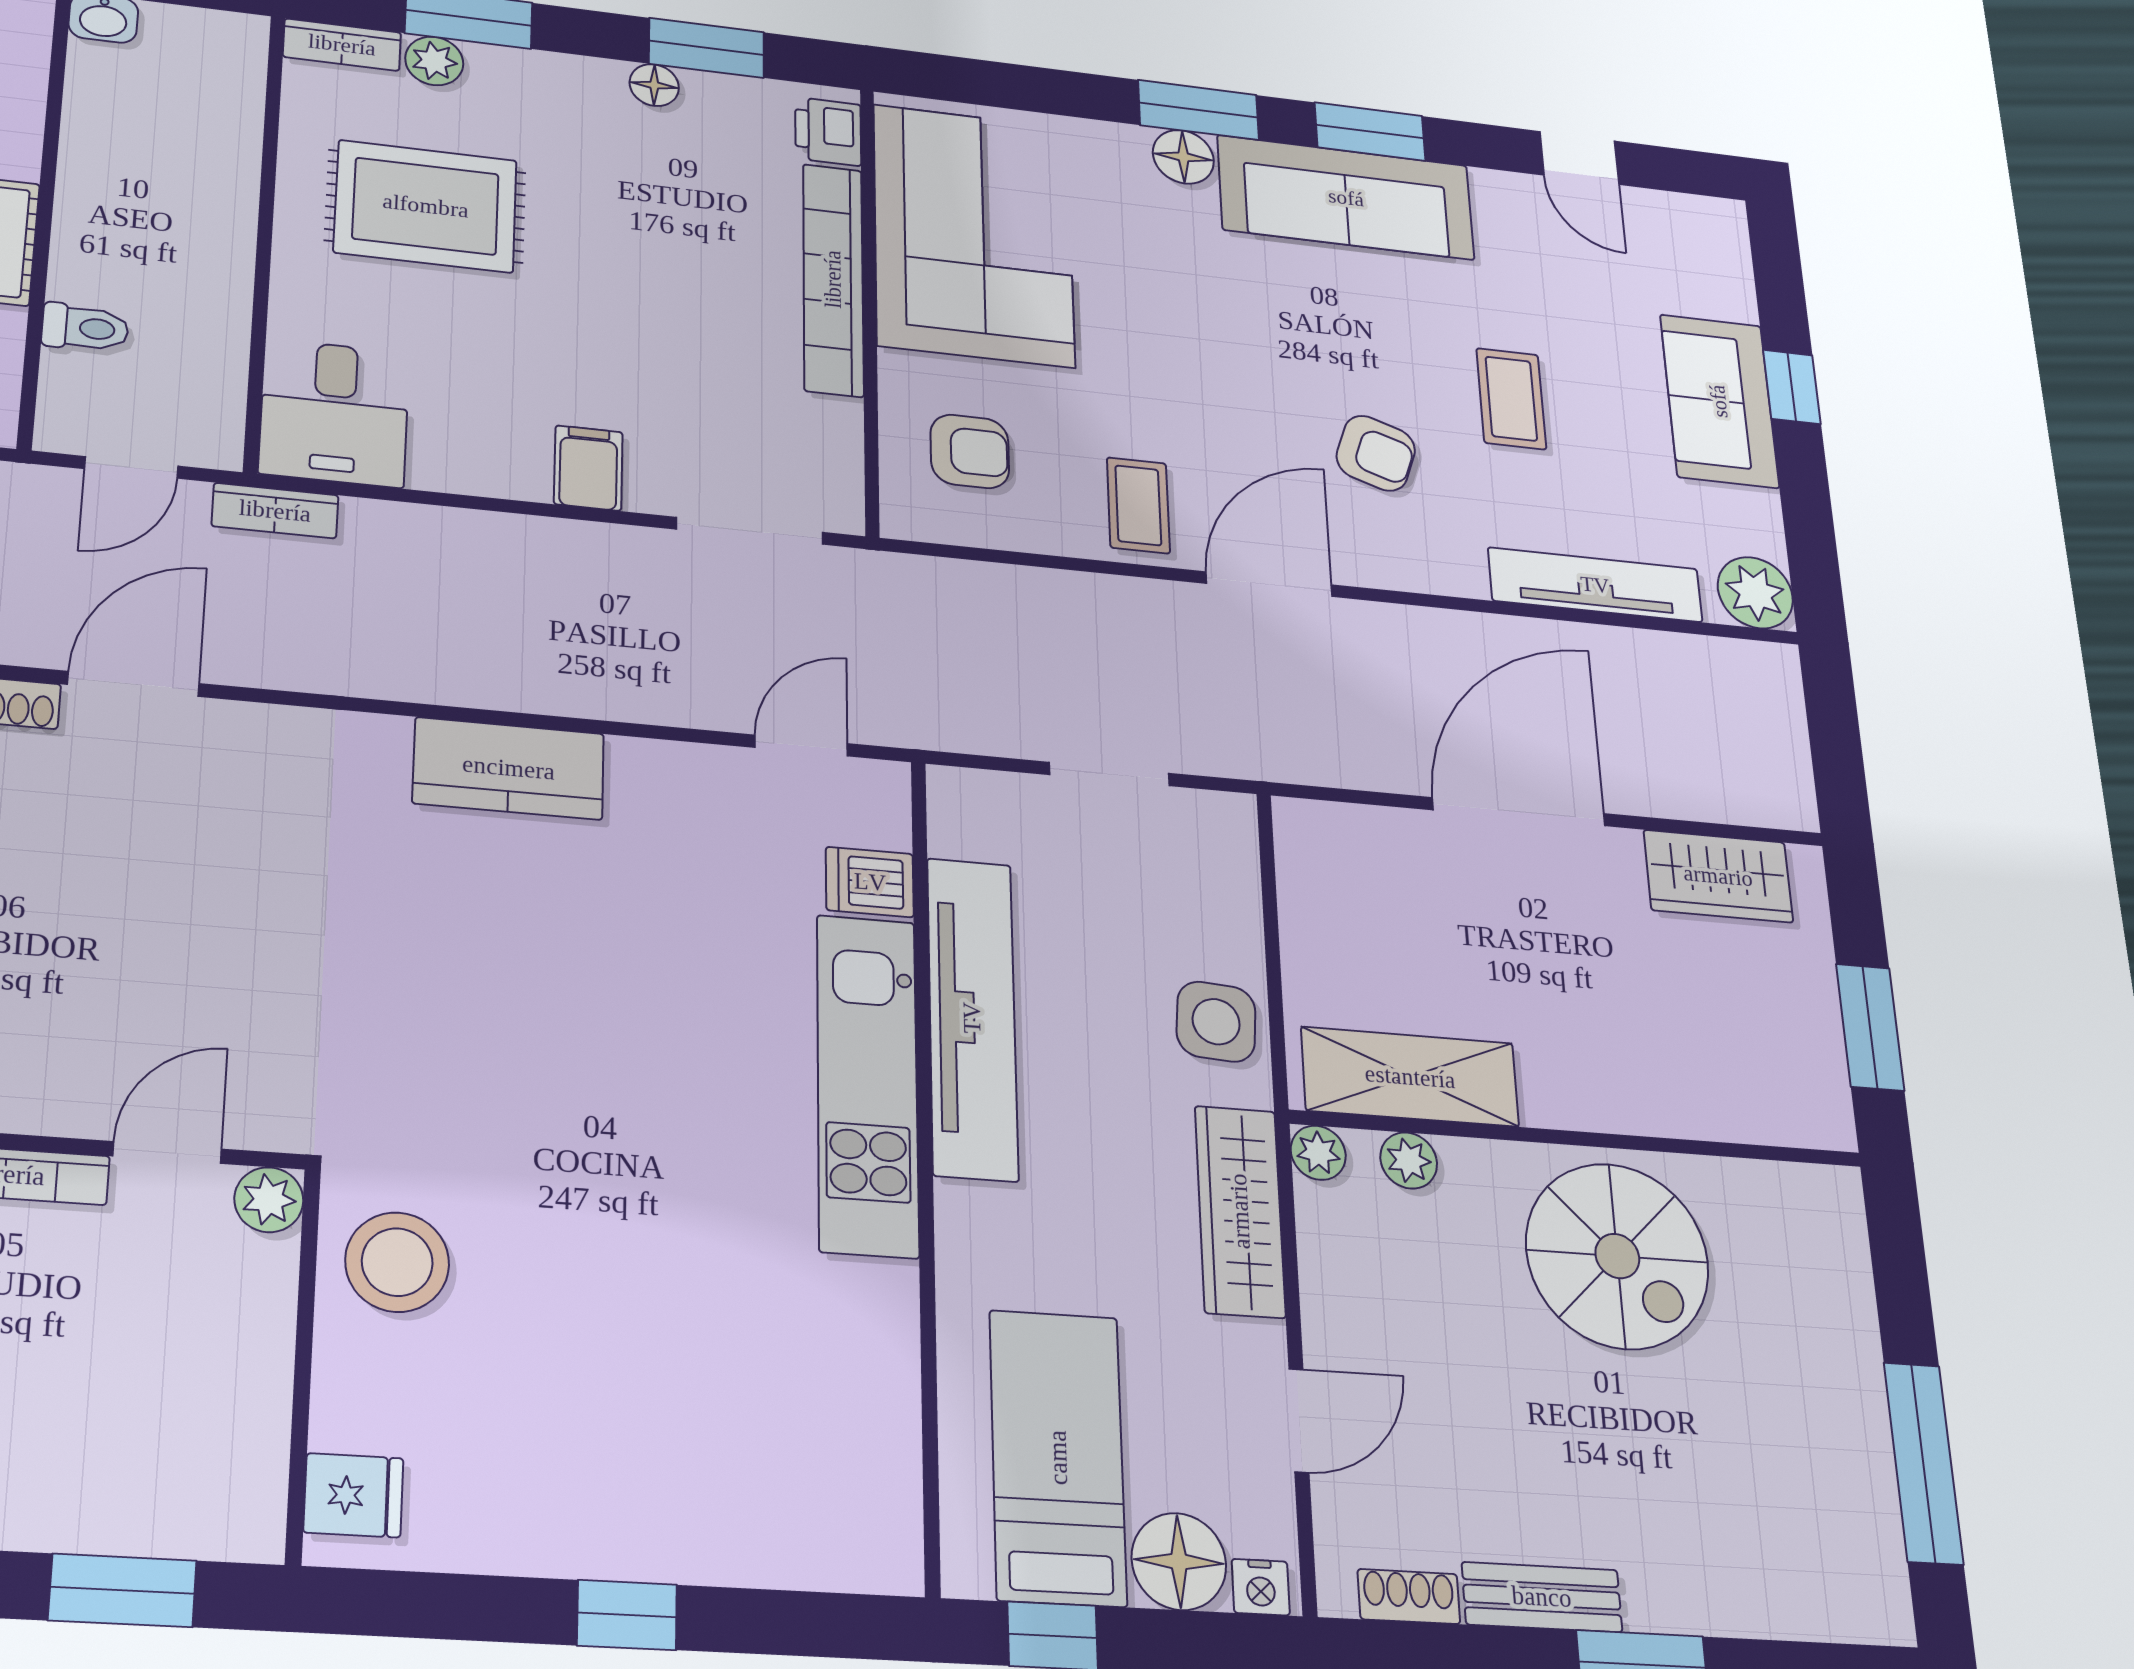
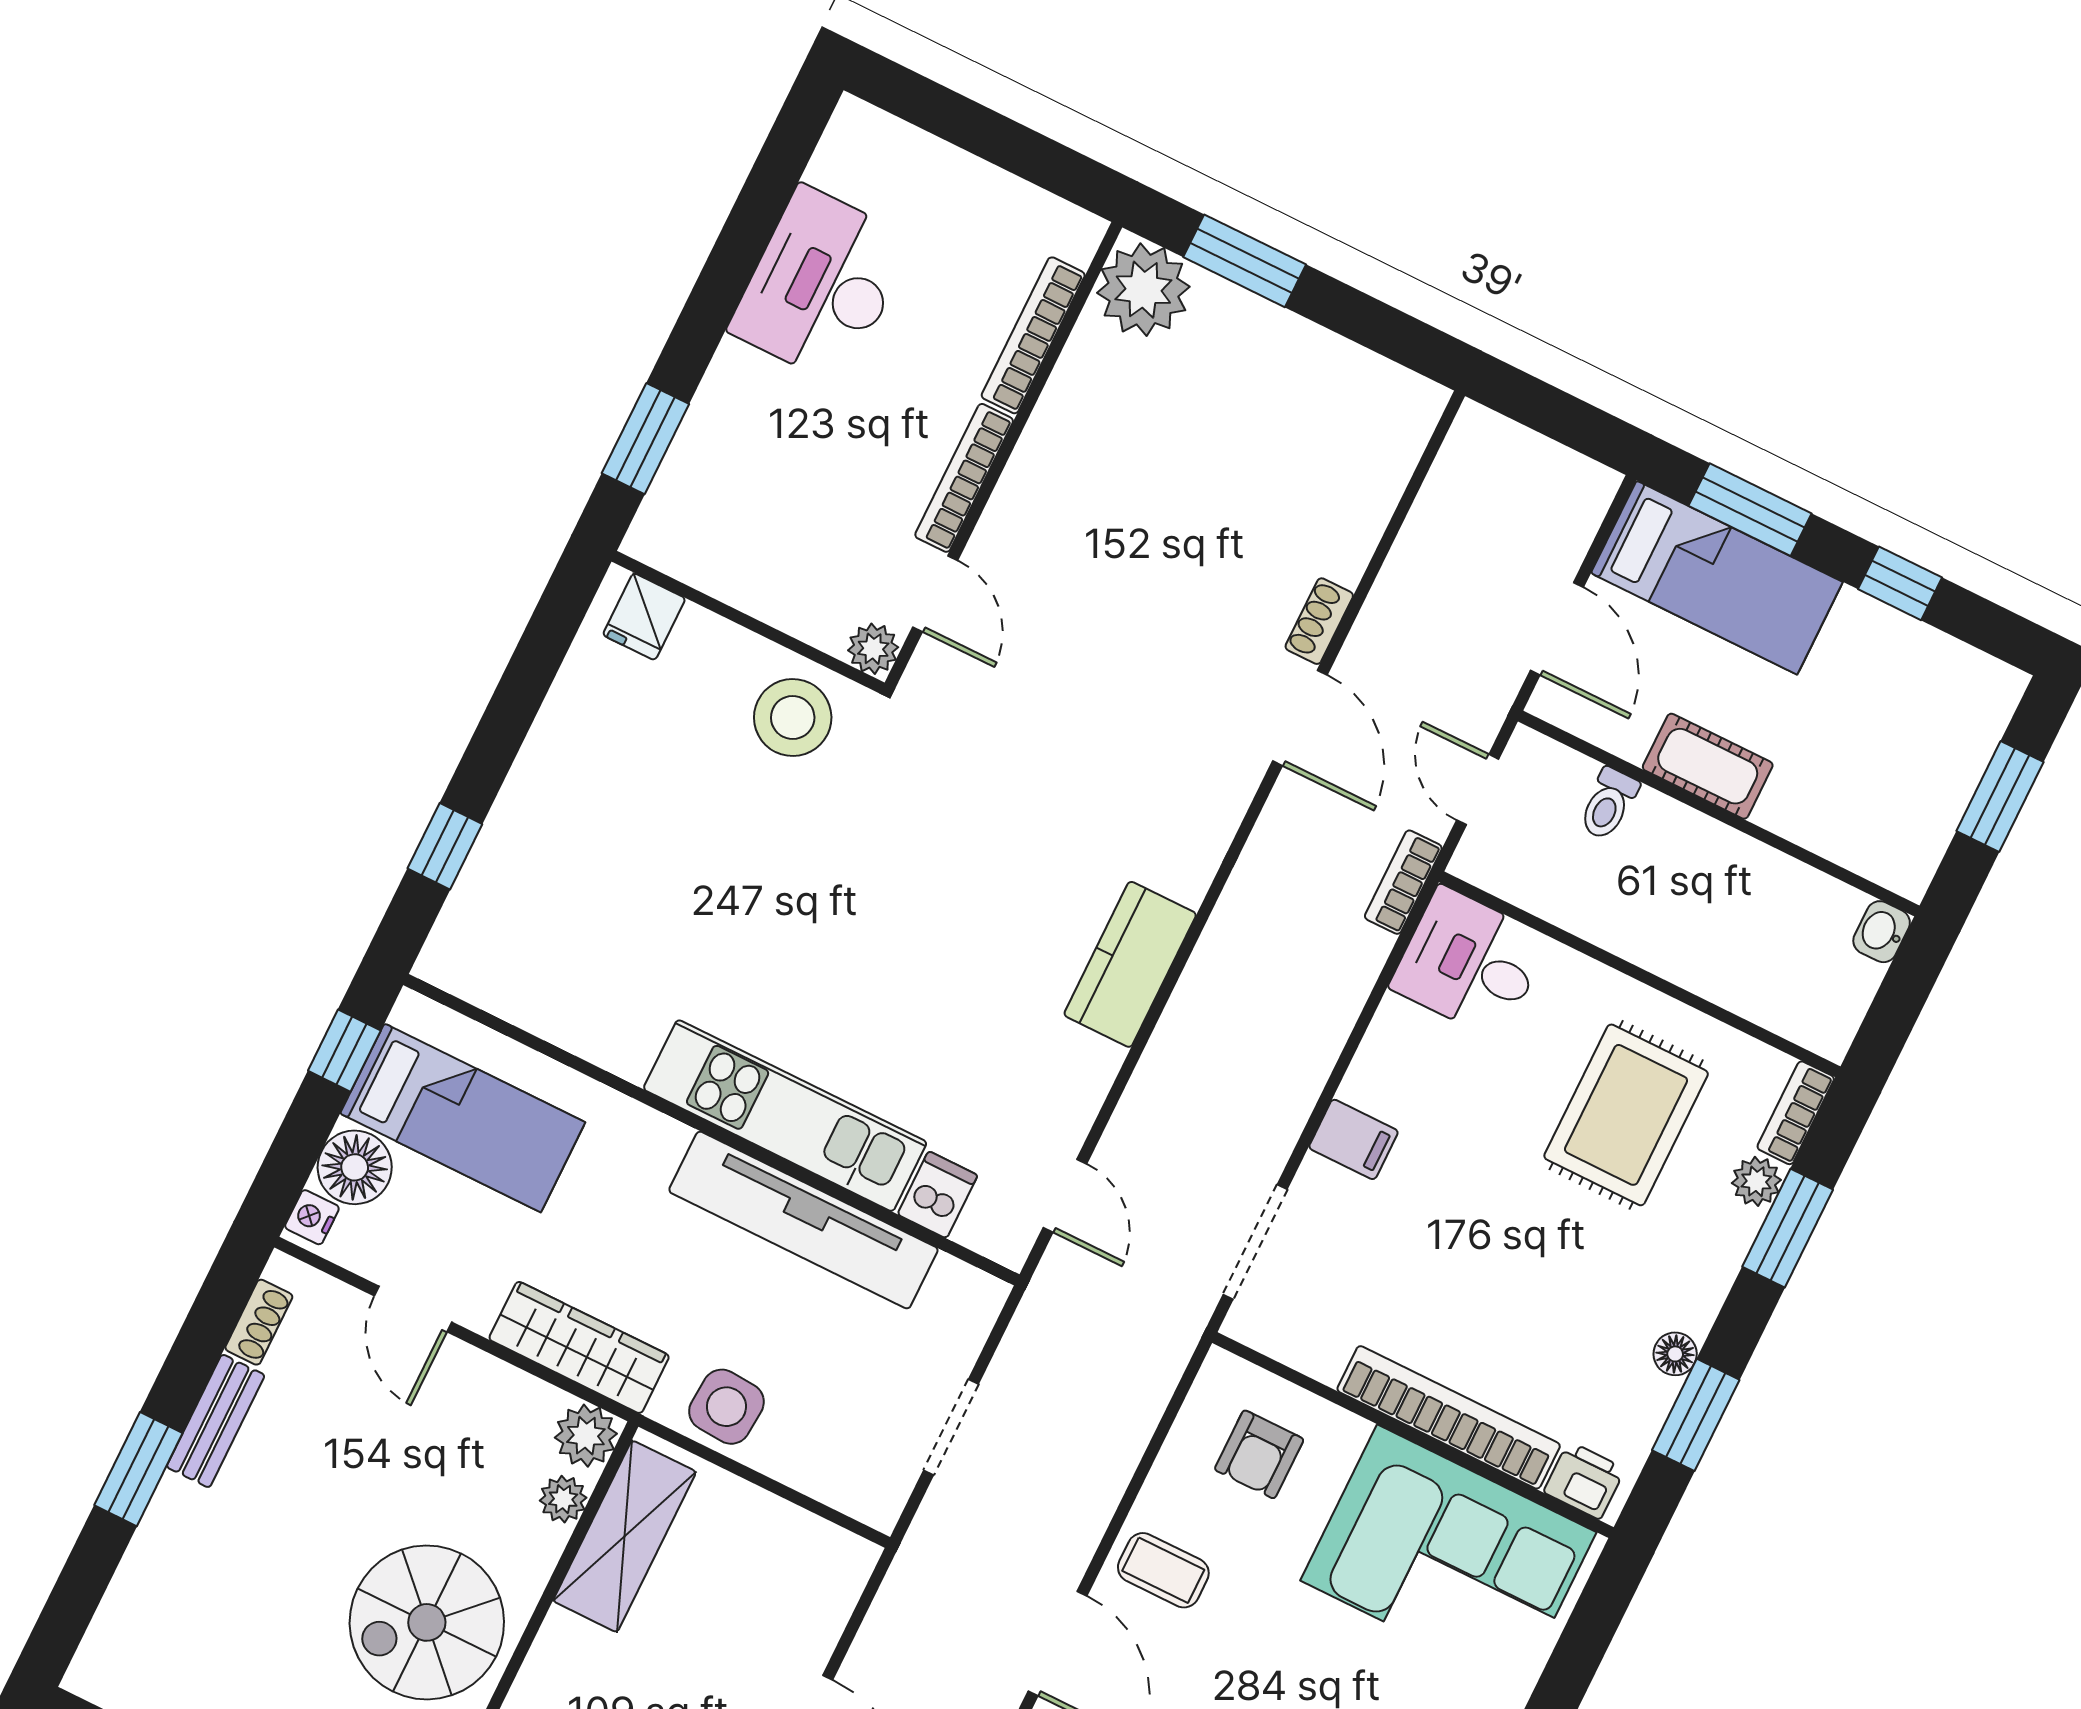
plant: (1318, 1153) -> (586, 1436), width x1.38, depth x1.38
window: (627, 1615) -> (445, 846), moved

